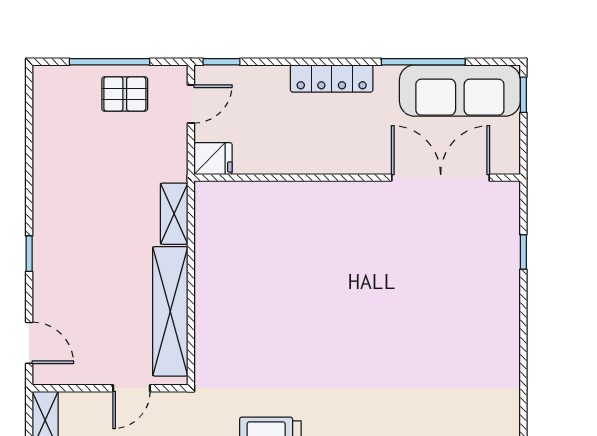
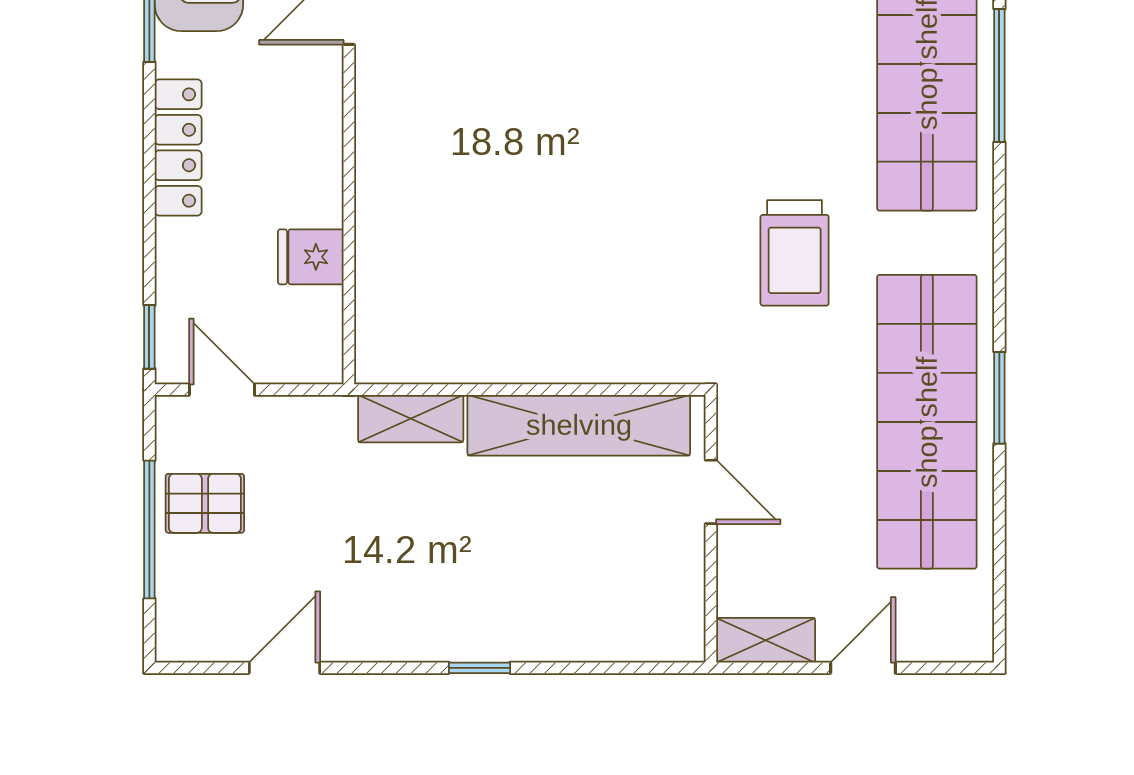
pallet: (125, 94) -> (205, 503), turned 90
fridge: (213, 159) -> (311, 257), moved, turned -90
door: (29, 343) -> (284, 668), moved

